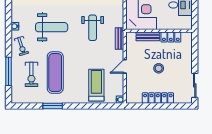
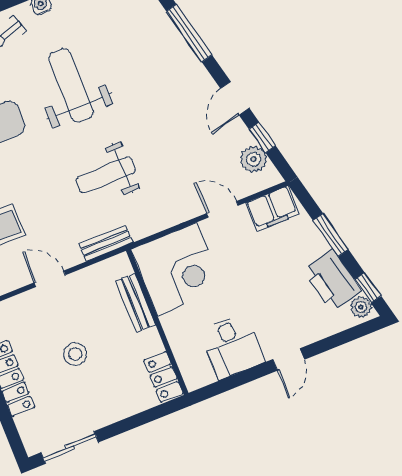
weight bench: (52, 27) -> (71, 85), turned 180
locker: (171, 37) -> (163, 377), moved

